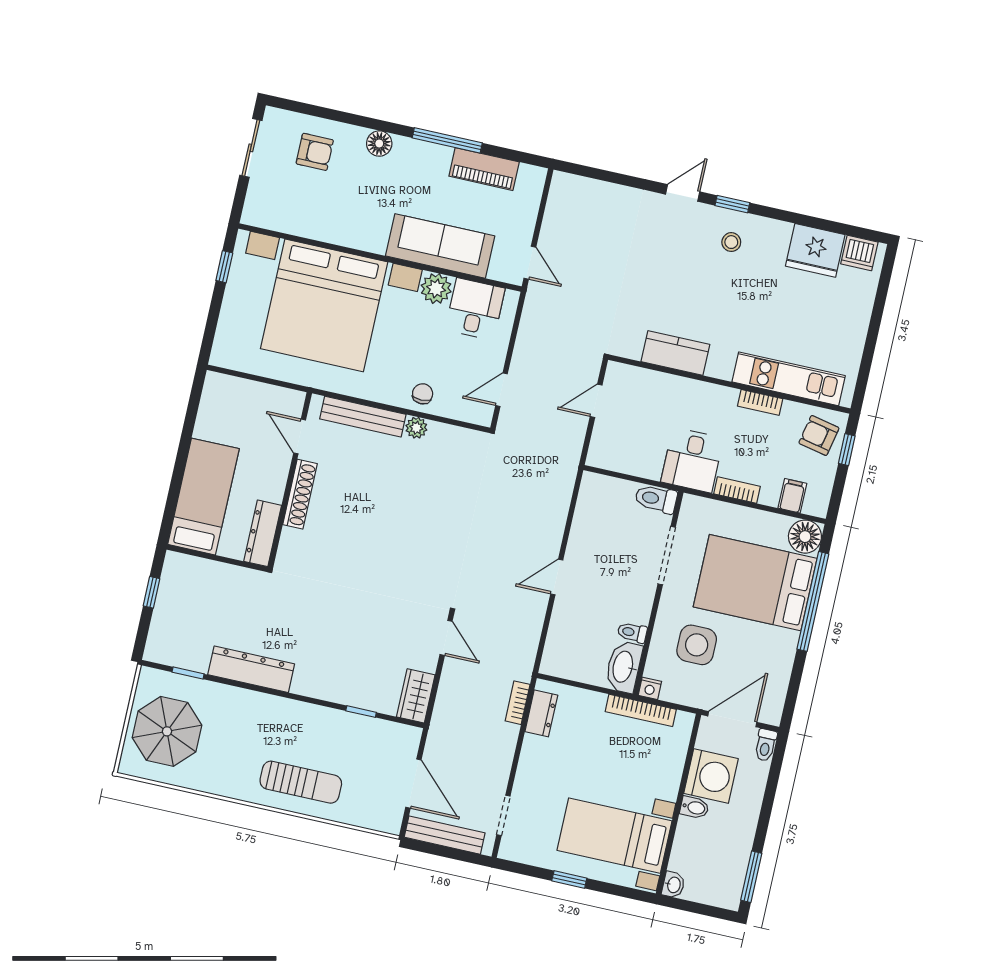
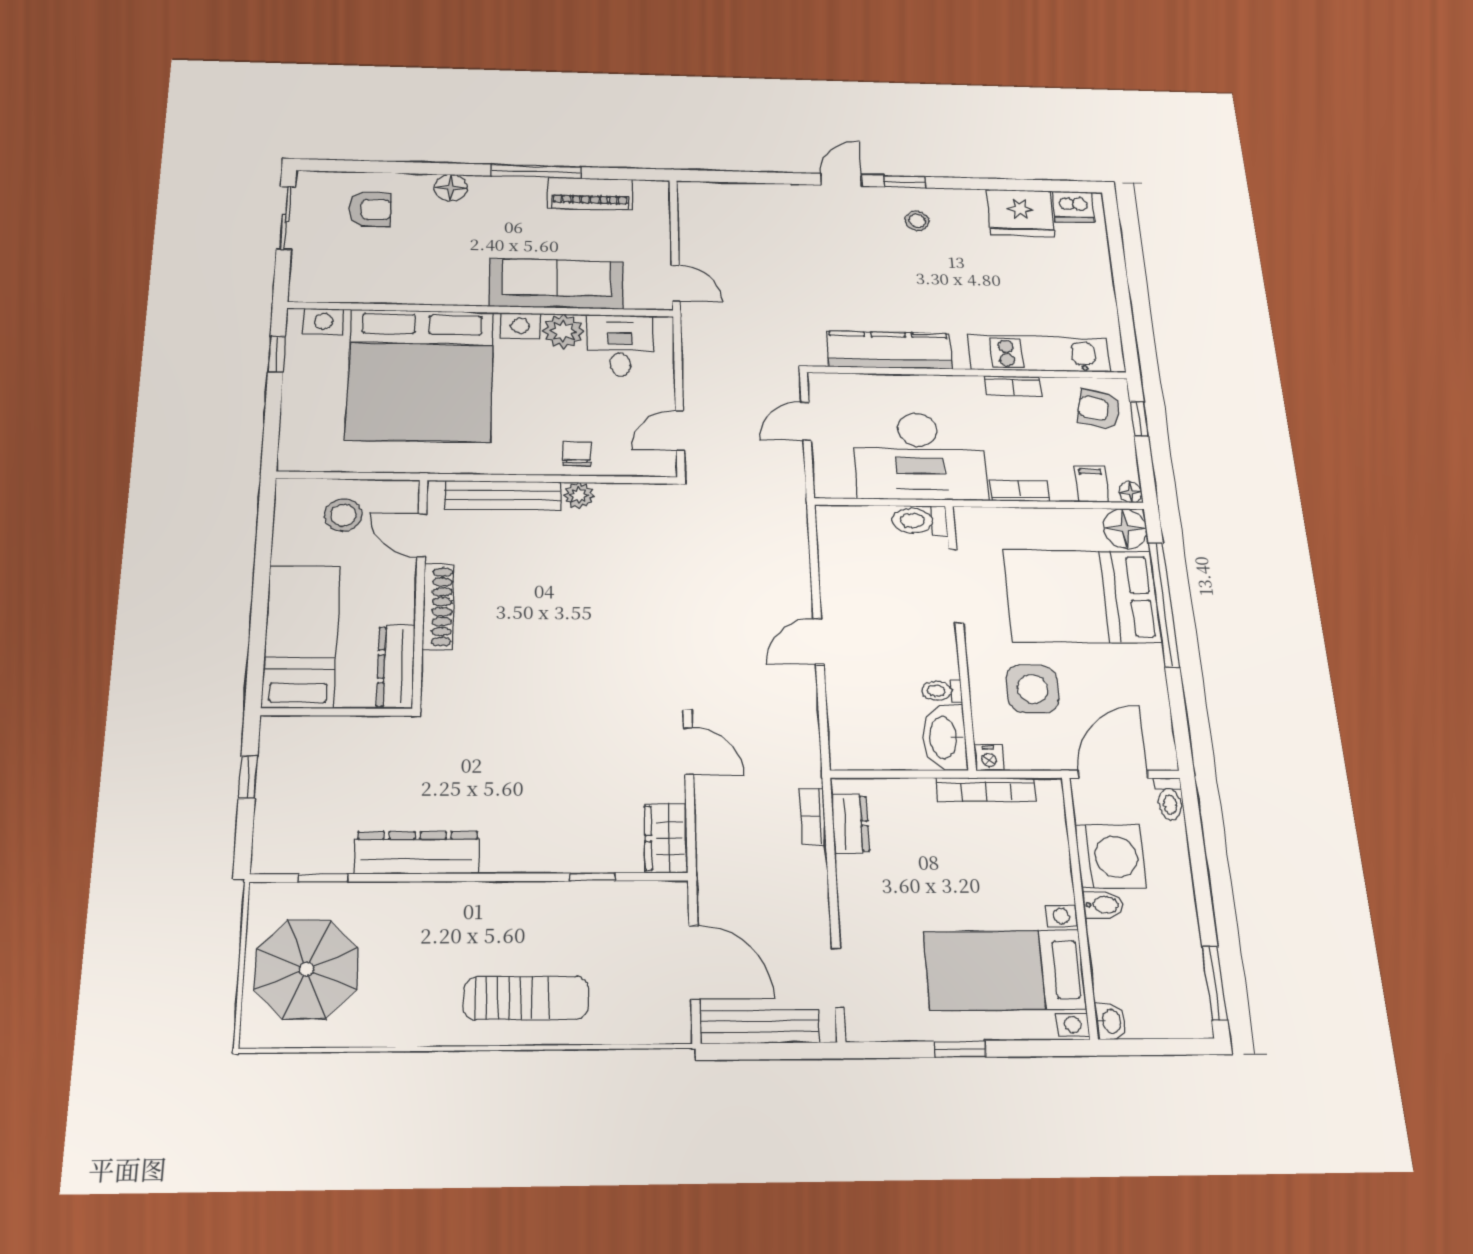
kitchen counter: (675, 353) -> (889, 350), width x1.50
stool: (248, 409) -> (343, 515), added
desk: (692, 460) -> (920, 456), width x1.87, depth x1.30
floor lamp: (819, 508) -> (1130, 492), added

